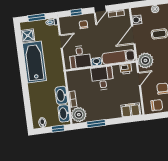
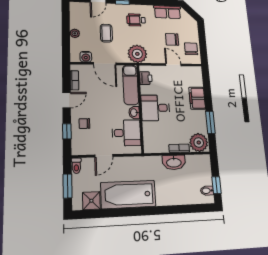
door: (100, 9) -> (67, 100), hinge flipped
door: (61, 41) -> (104, 156), swing flipped
door: (139, 79) -> (173, 65), moved
filing cabinet: (131, 110) -> (197, 98), moved
washbasin: (64, 113) -> (197, 161), removed
window: (58, 129) -> (216, 185), moved

